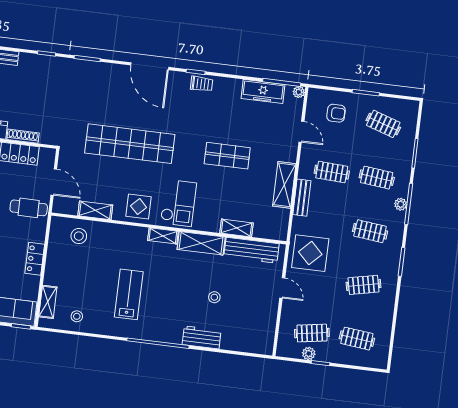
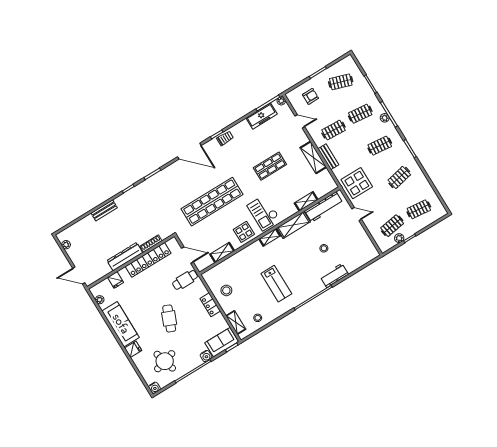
checkout: (178, 203) -> (264, 213), turned 180
stool: (79, 236) -> (226, 290), moved
lab bench: (129, 294) -> (276, 284), turned 180

